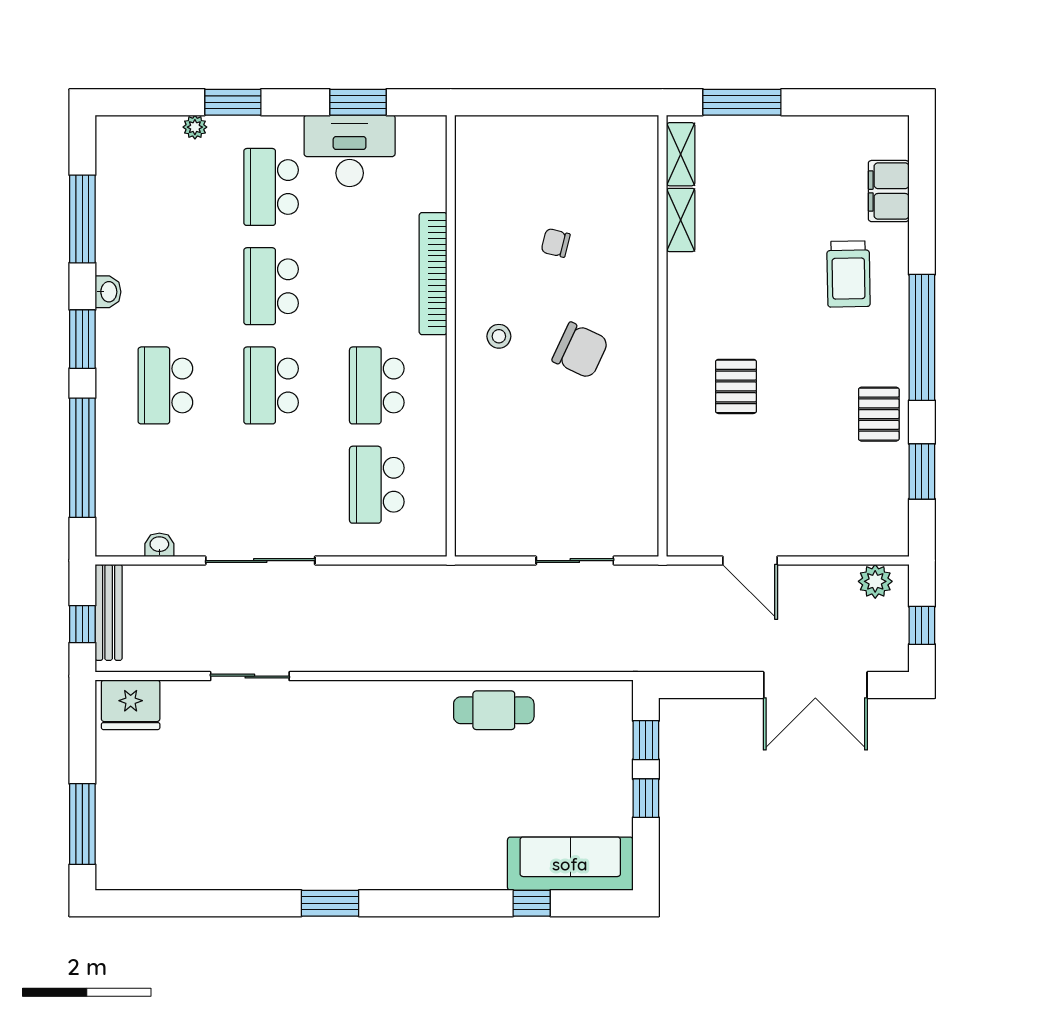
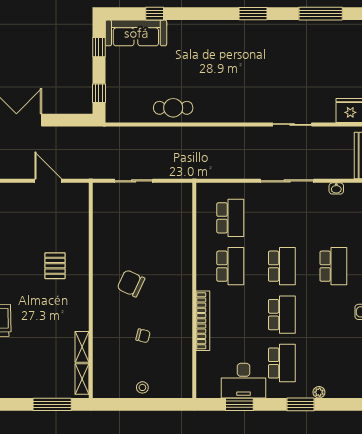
stool: (499, 336) -> (142, 387), moved
window: (646, 798) -> (99, 47), moved
window: (191, 903) -> (321, 14), added

